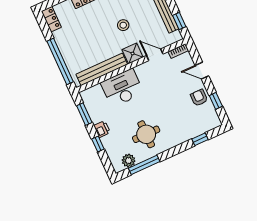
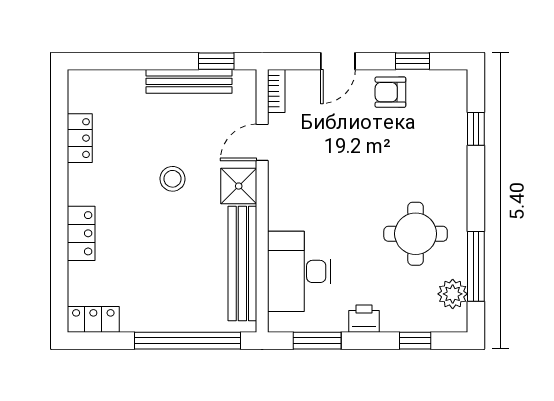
desk: (122, 88) -> (299, 271), moved
window: (98, 144) -> (415, 341), moved

